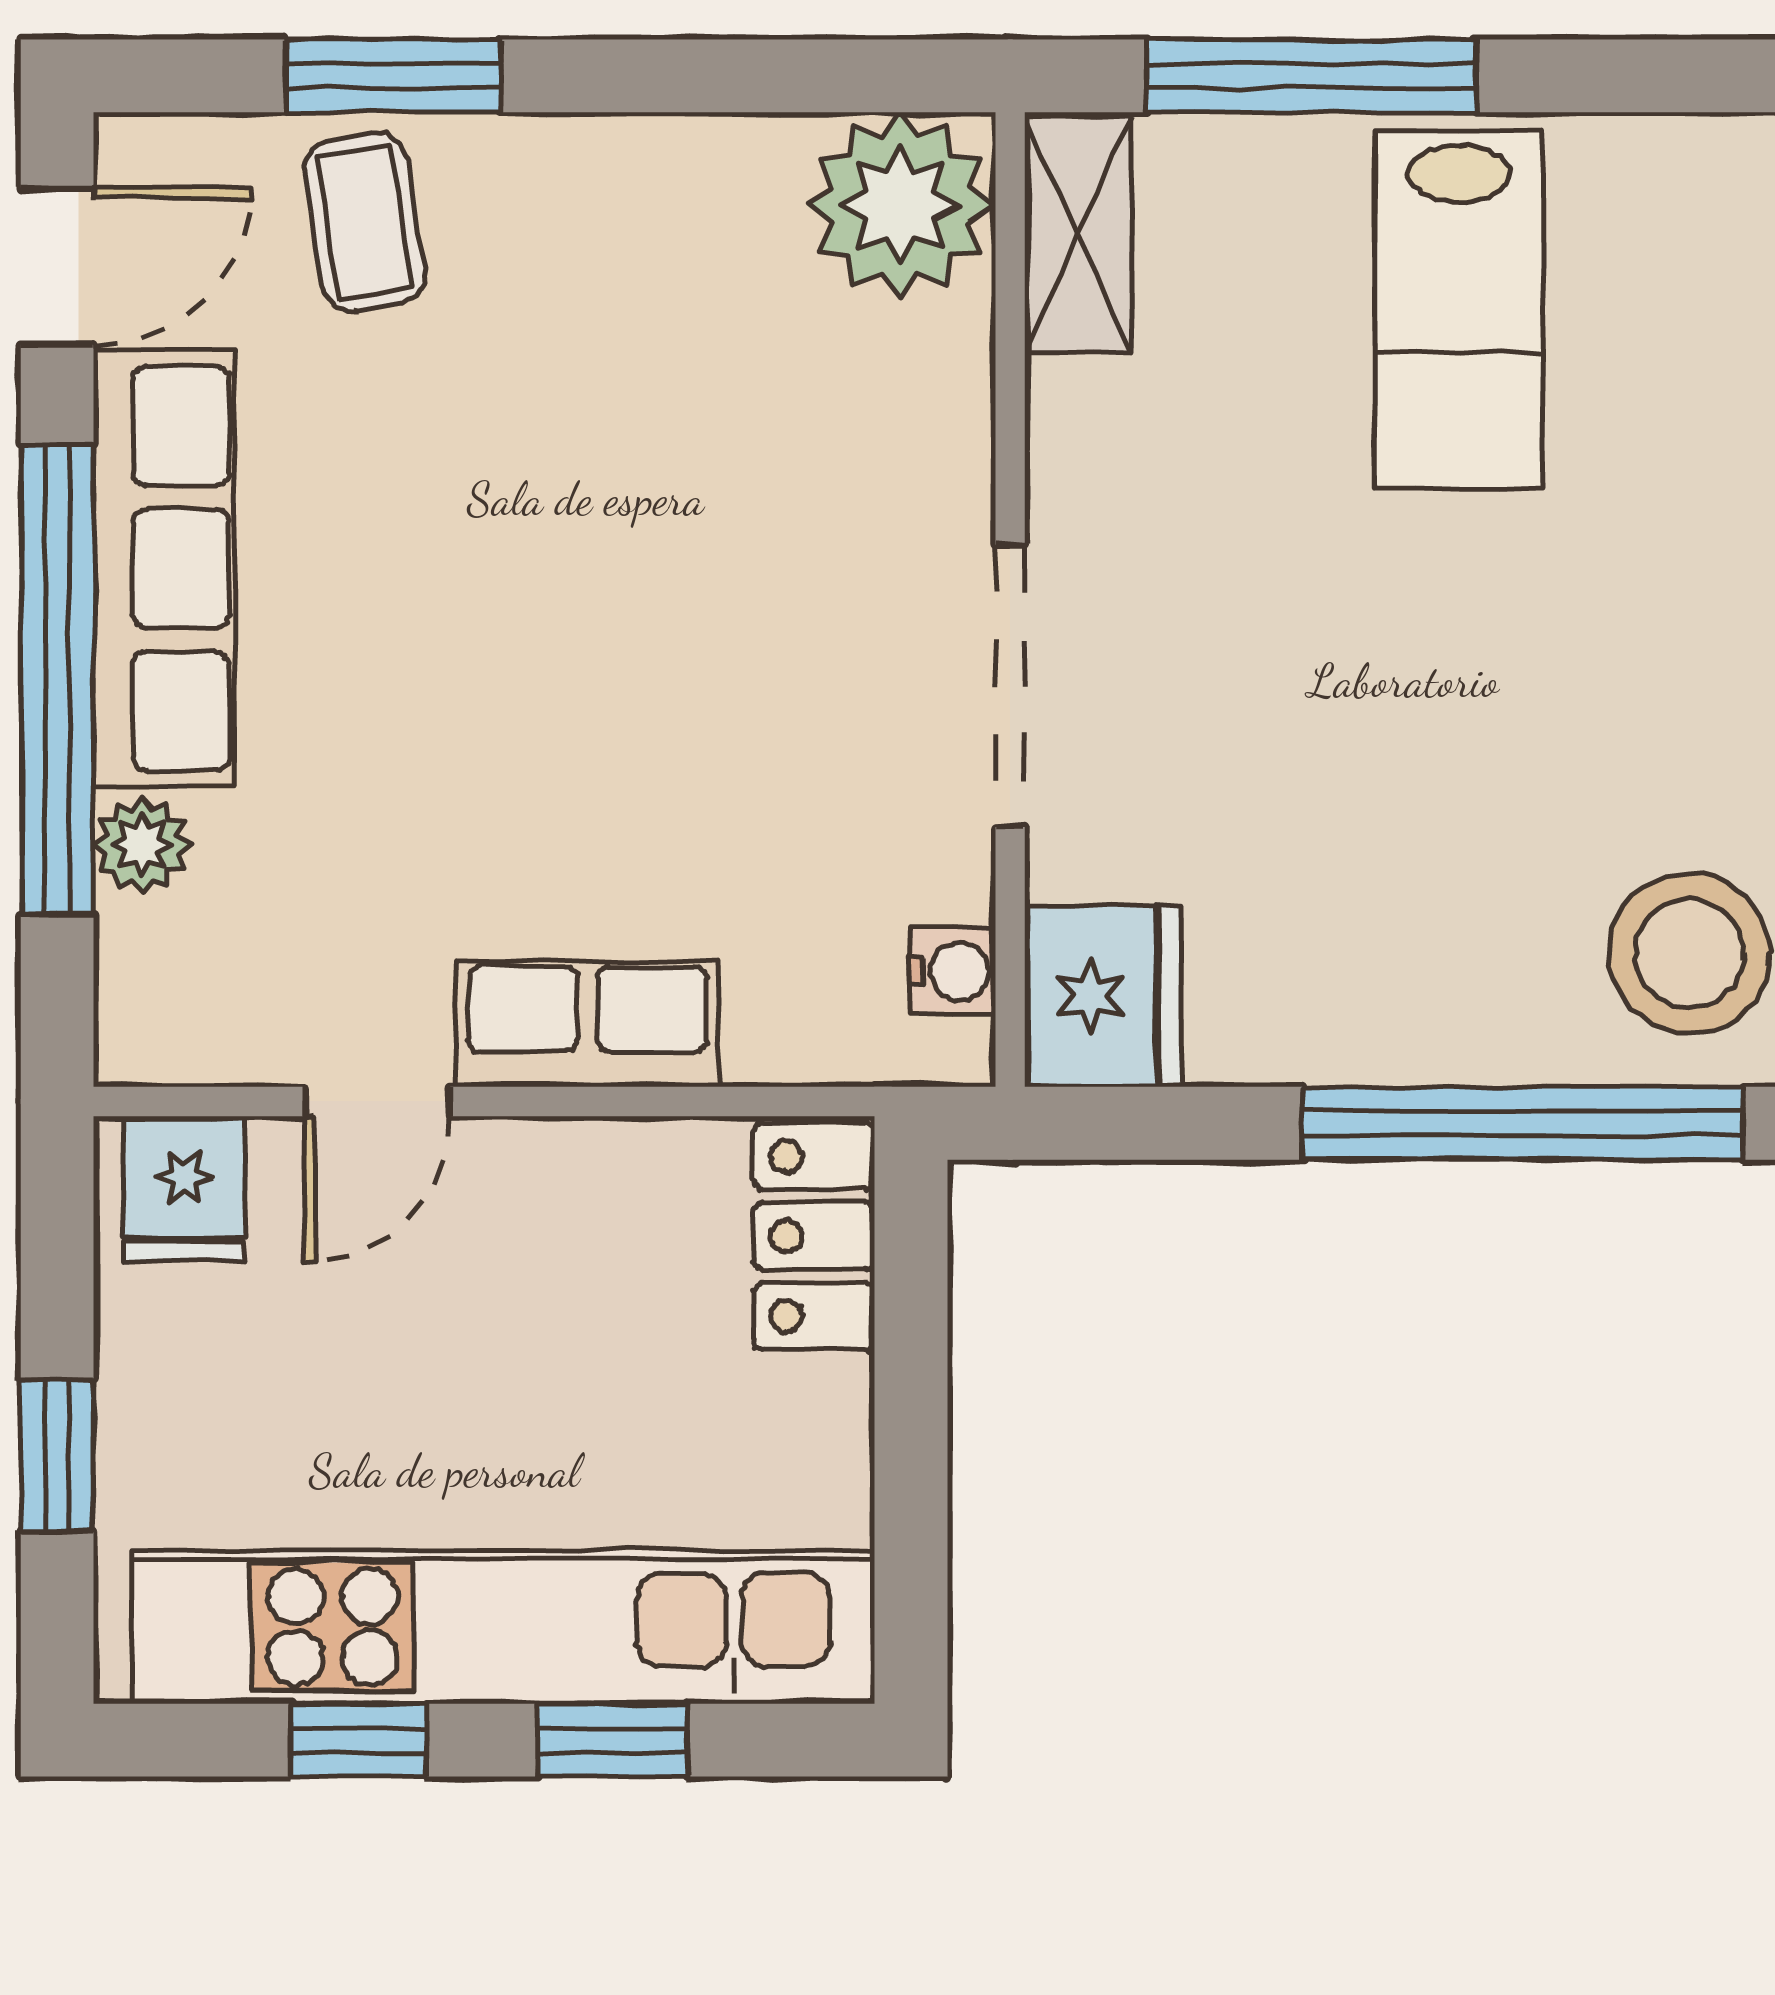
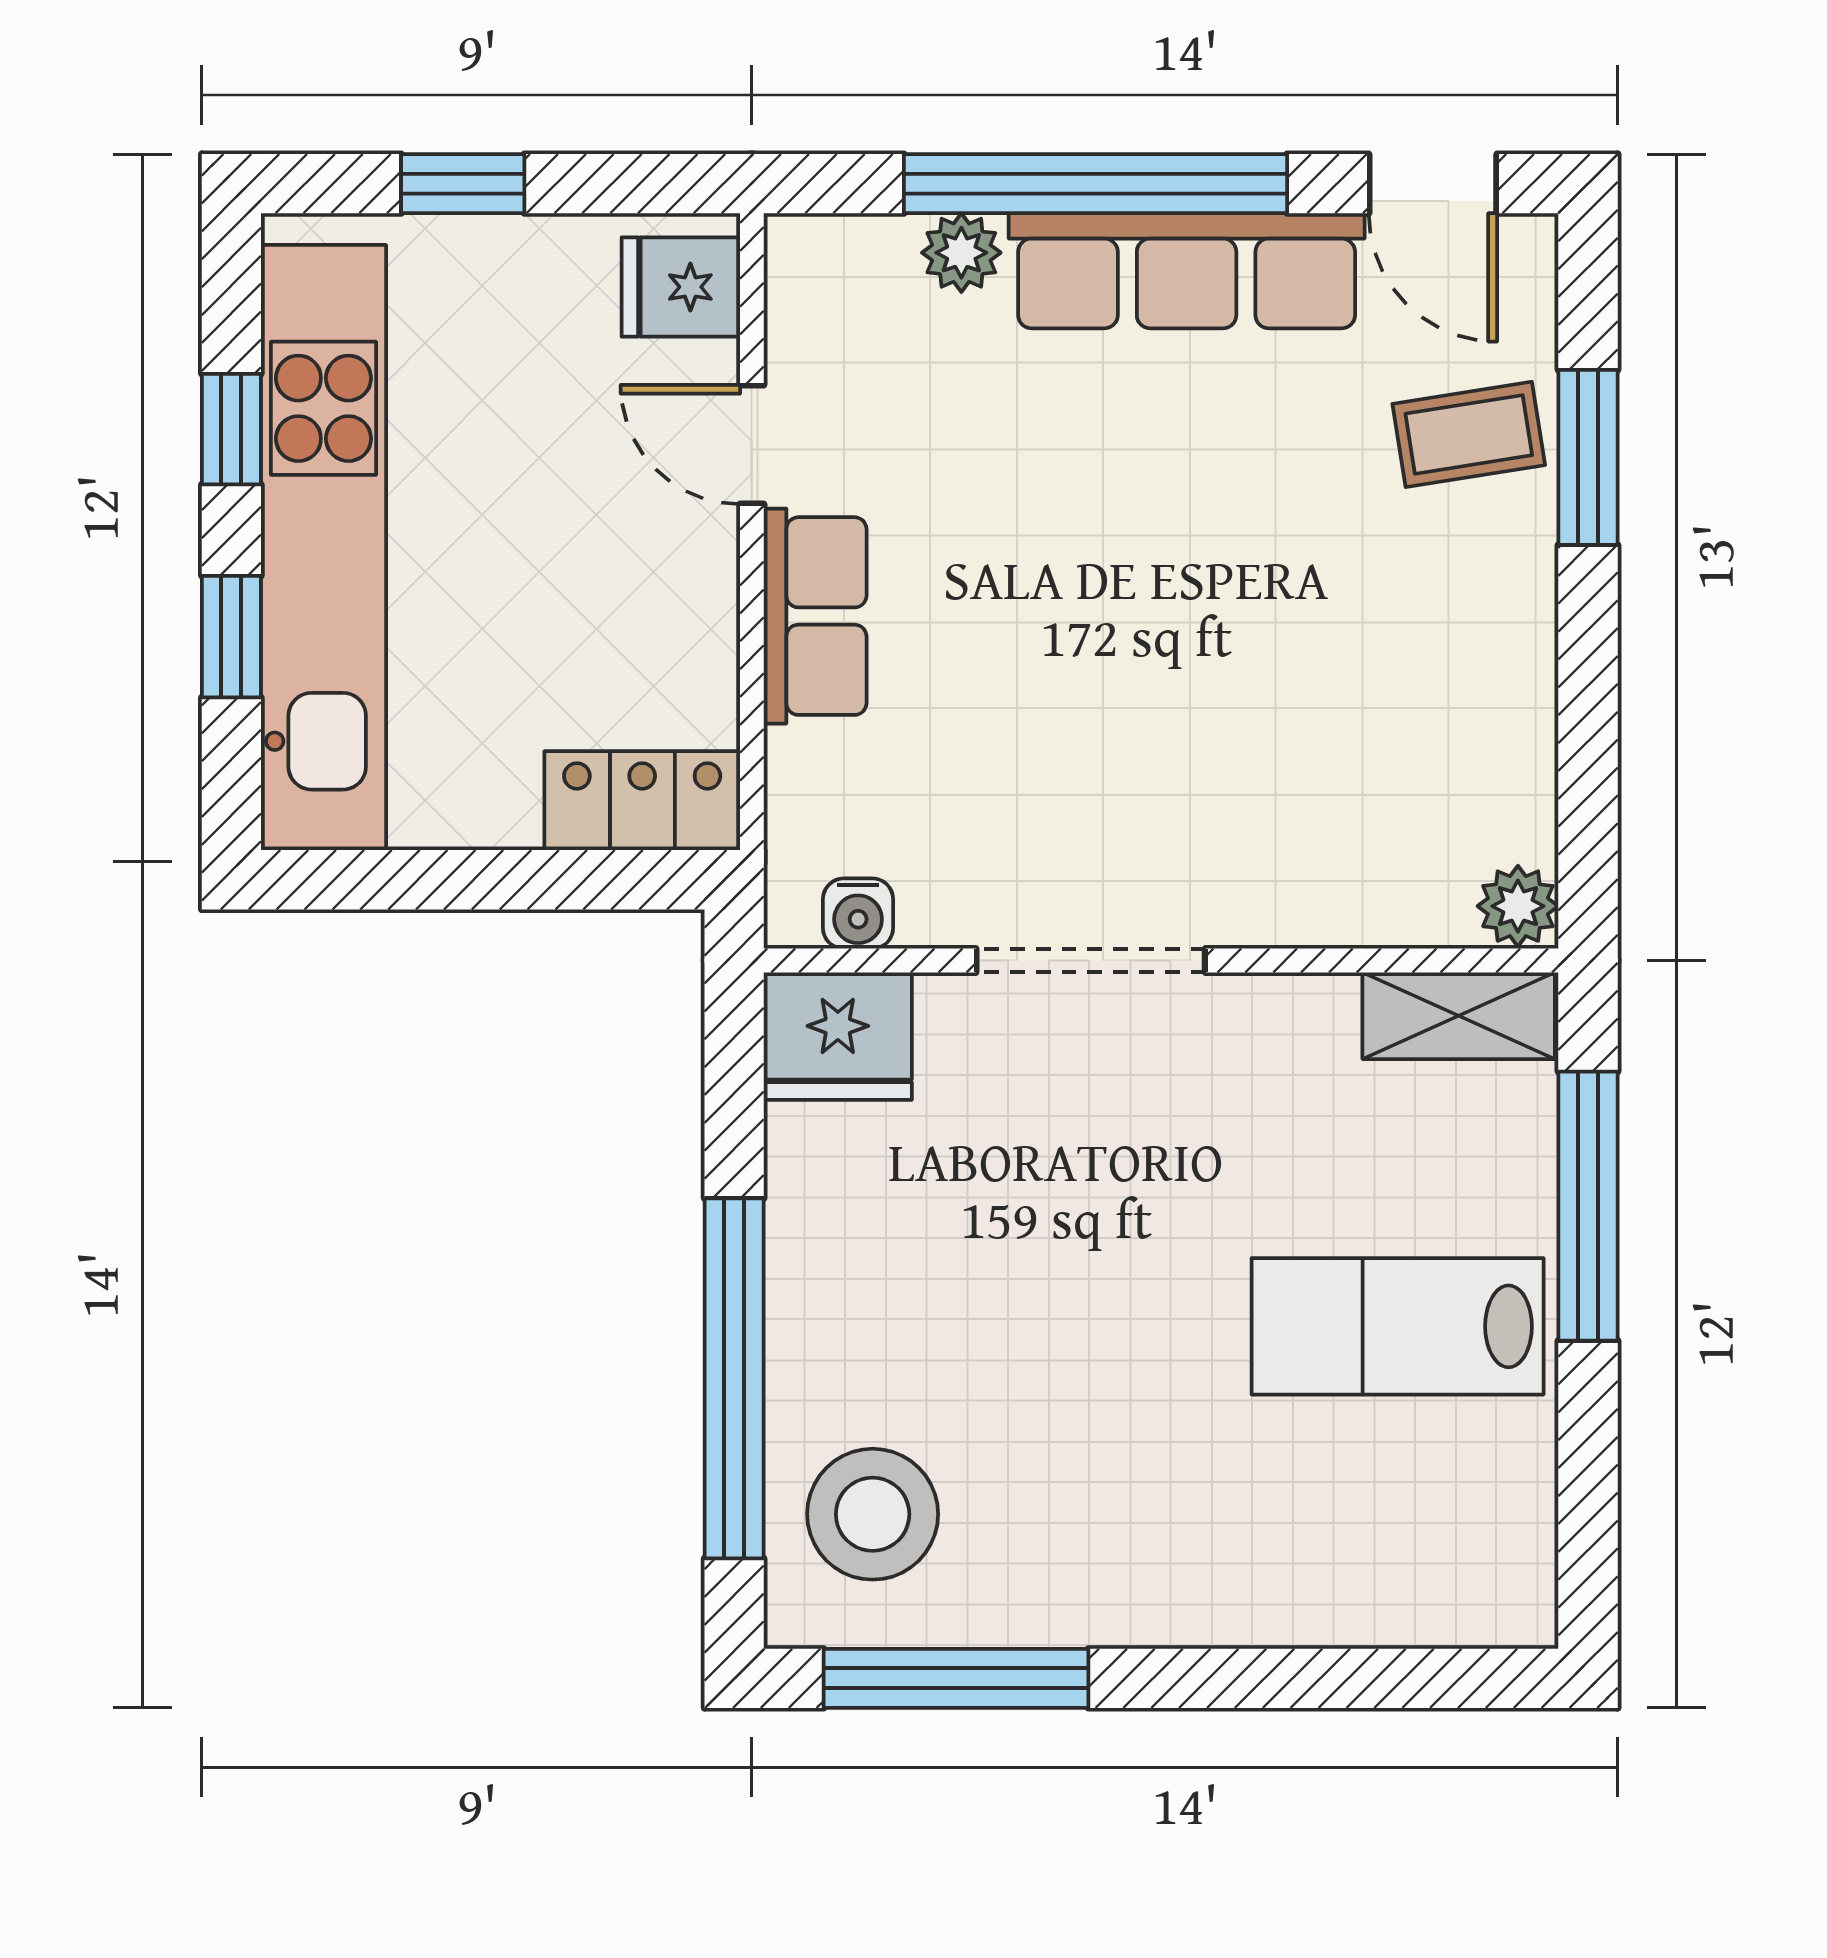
plant: (900, 205) -> (1518, 906), width x0.53, depth x0.53

